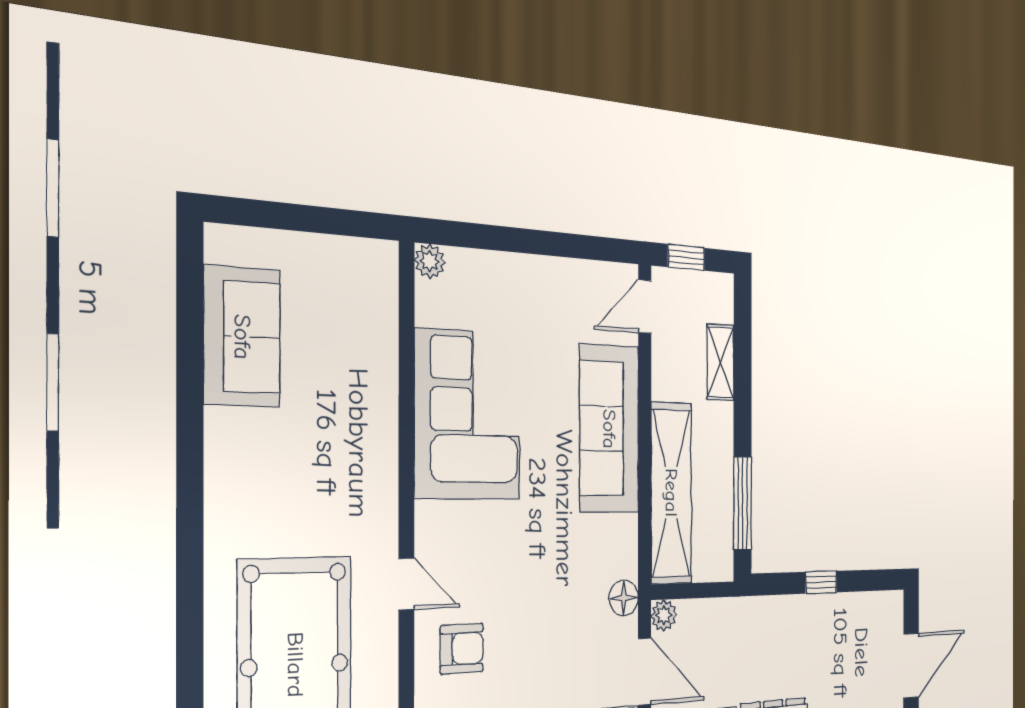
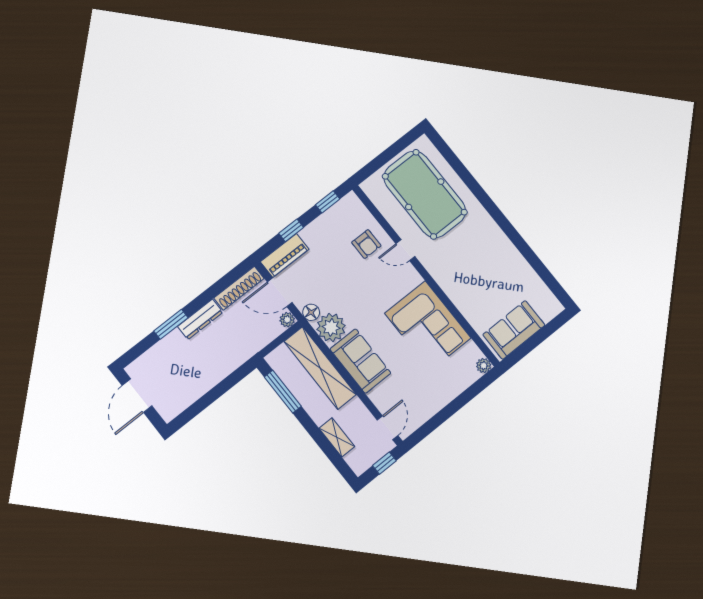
sofa: (242, 337) -> (514, 330), moved, turned 90
sofa: (609, 429) -> (360, 361), width x0.73
plant: (613, 546) -> (331, 327), added
window: (821, 582) -> (217, 392), removed
armchair: (462, 649) -> (366, 244), turned -90

